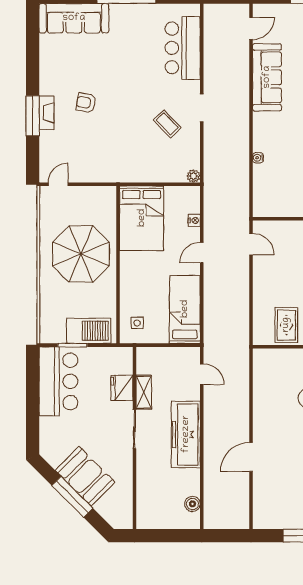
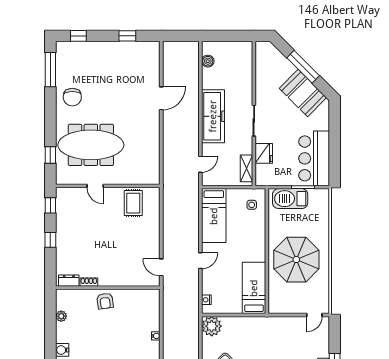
plant: (193, 176) -> (212, 326), width x1.88, depth x1.88
bed: (142, 218) -> (254, 288), width x0.67
nightstand: (194, 220) -> (206, 300), moved
door: (202, 374) -> (200, 164), swing flipped
shelving: (144, 392) -> (246, 168), moved
booth: (85, 476) -> (303, 93), moved

